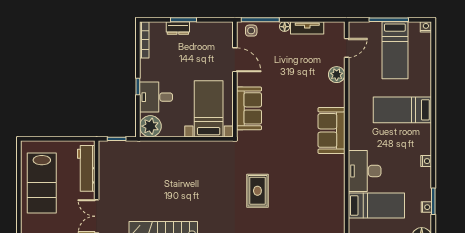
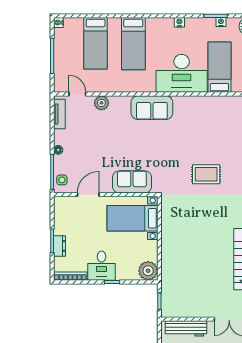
tv unit: (307, 28) -> (59, 114), moved
bed: (395, 50) -> (96, 43), moved, turned 90
desk: (156, 97) -> (102, 266), moved
desk: (365, 171) -> (182, 73), width x1.36, depth x1.30

